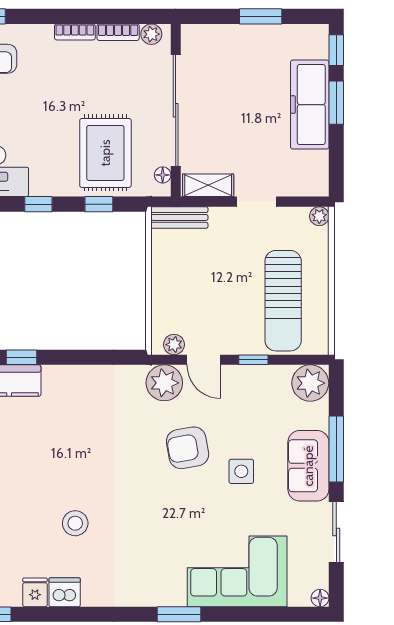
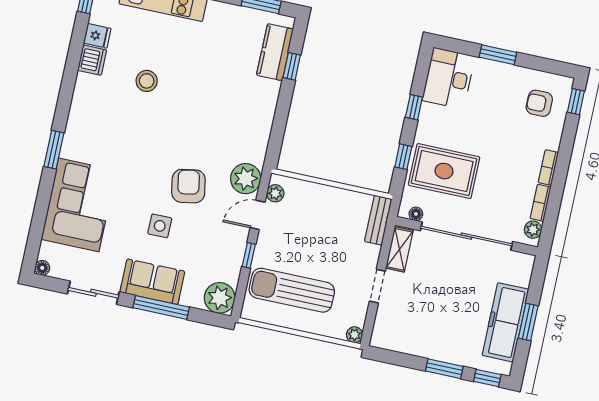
freezer: (310, 105) -> (505, 322), moved, turned -90

